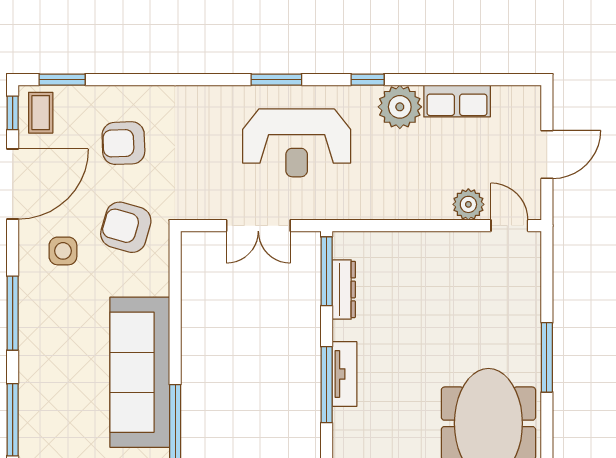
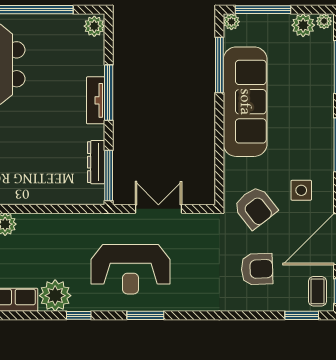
reception desk: (297, 143) -> (131, 269), turned 180
armchair: (126, 227) -> (255, 208), turned 36

